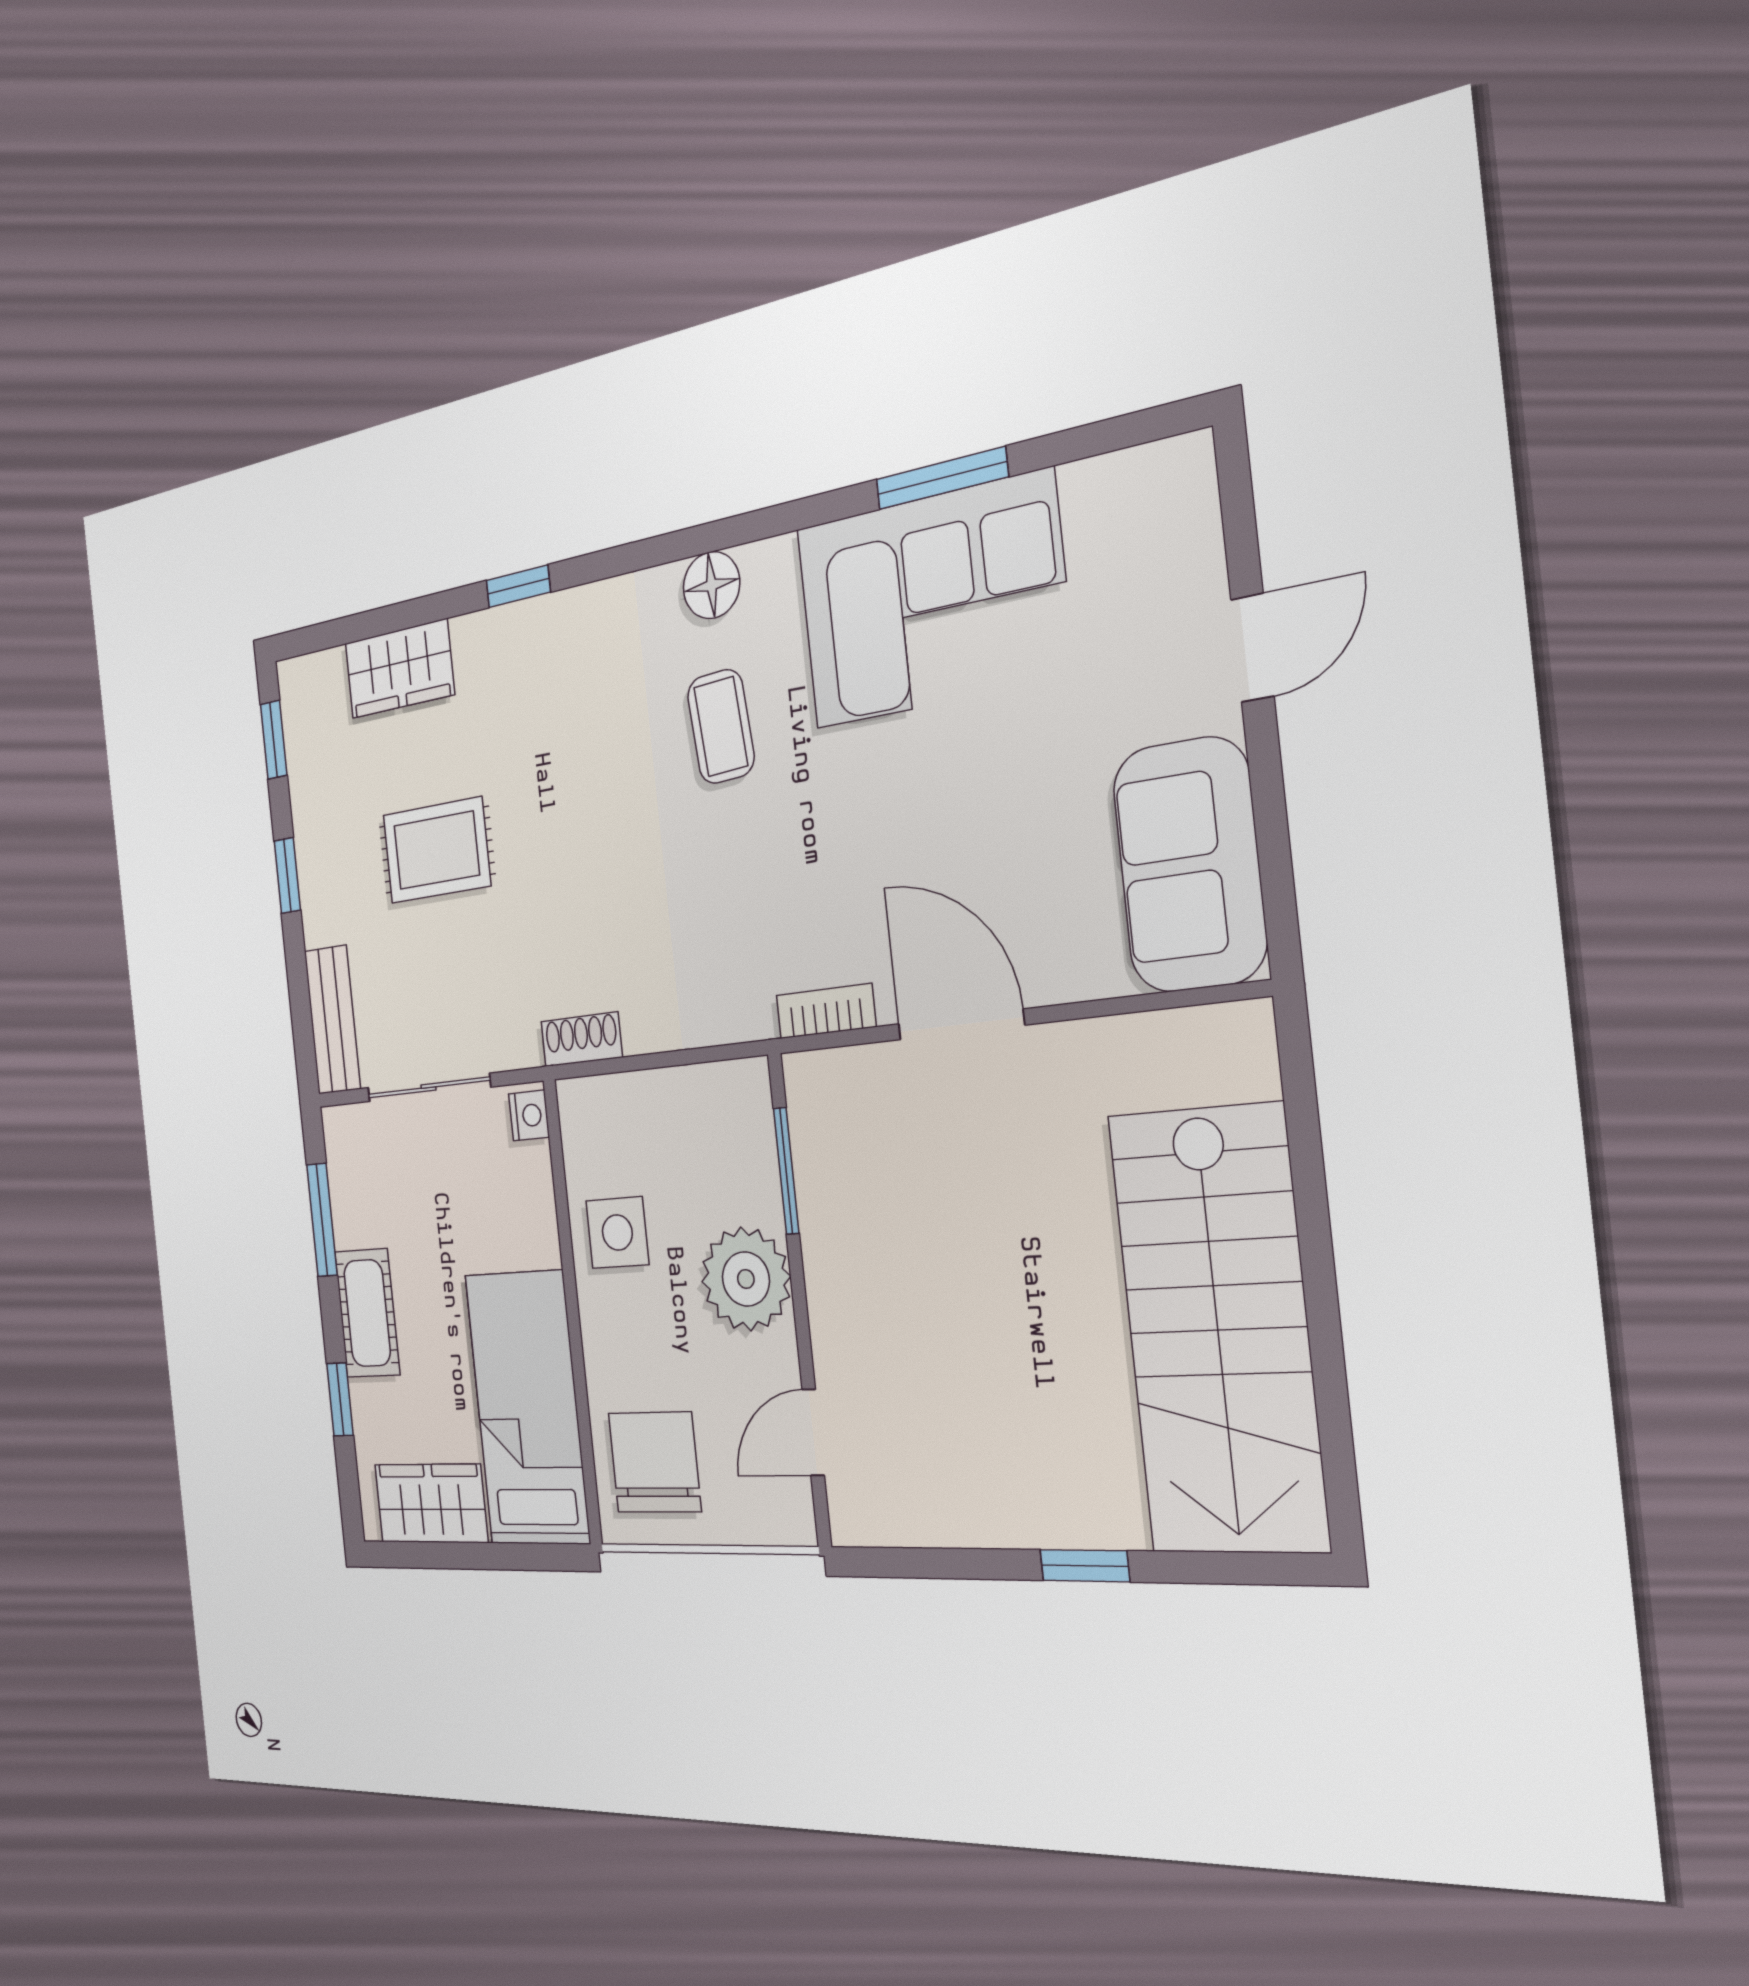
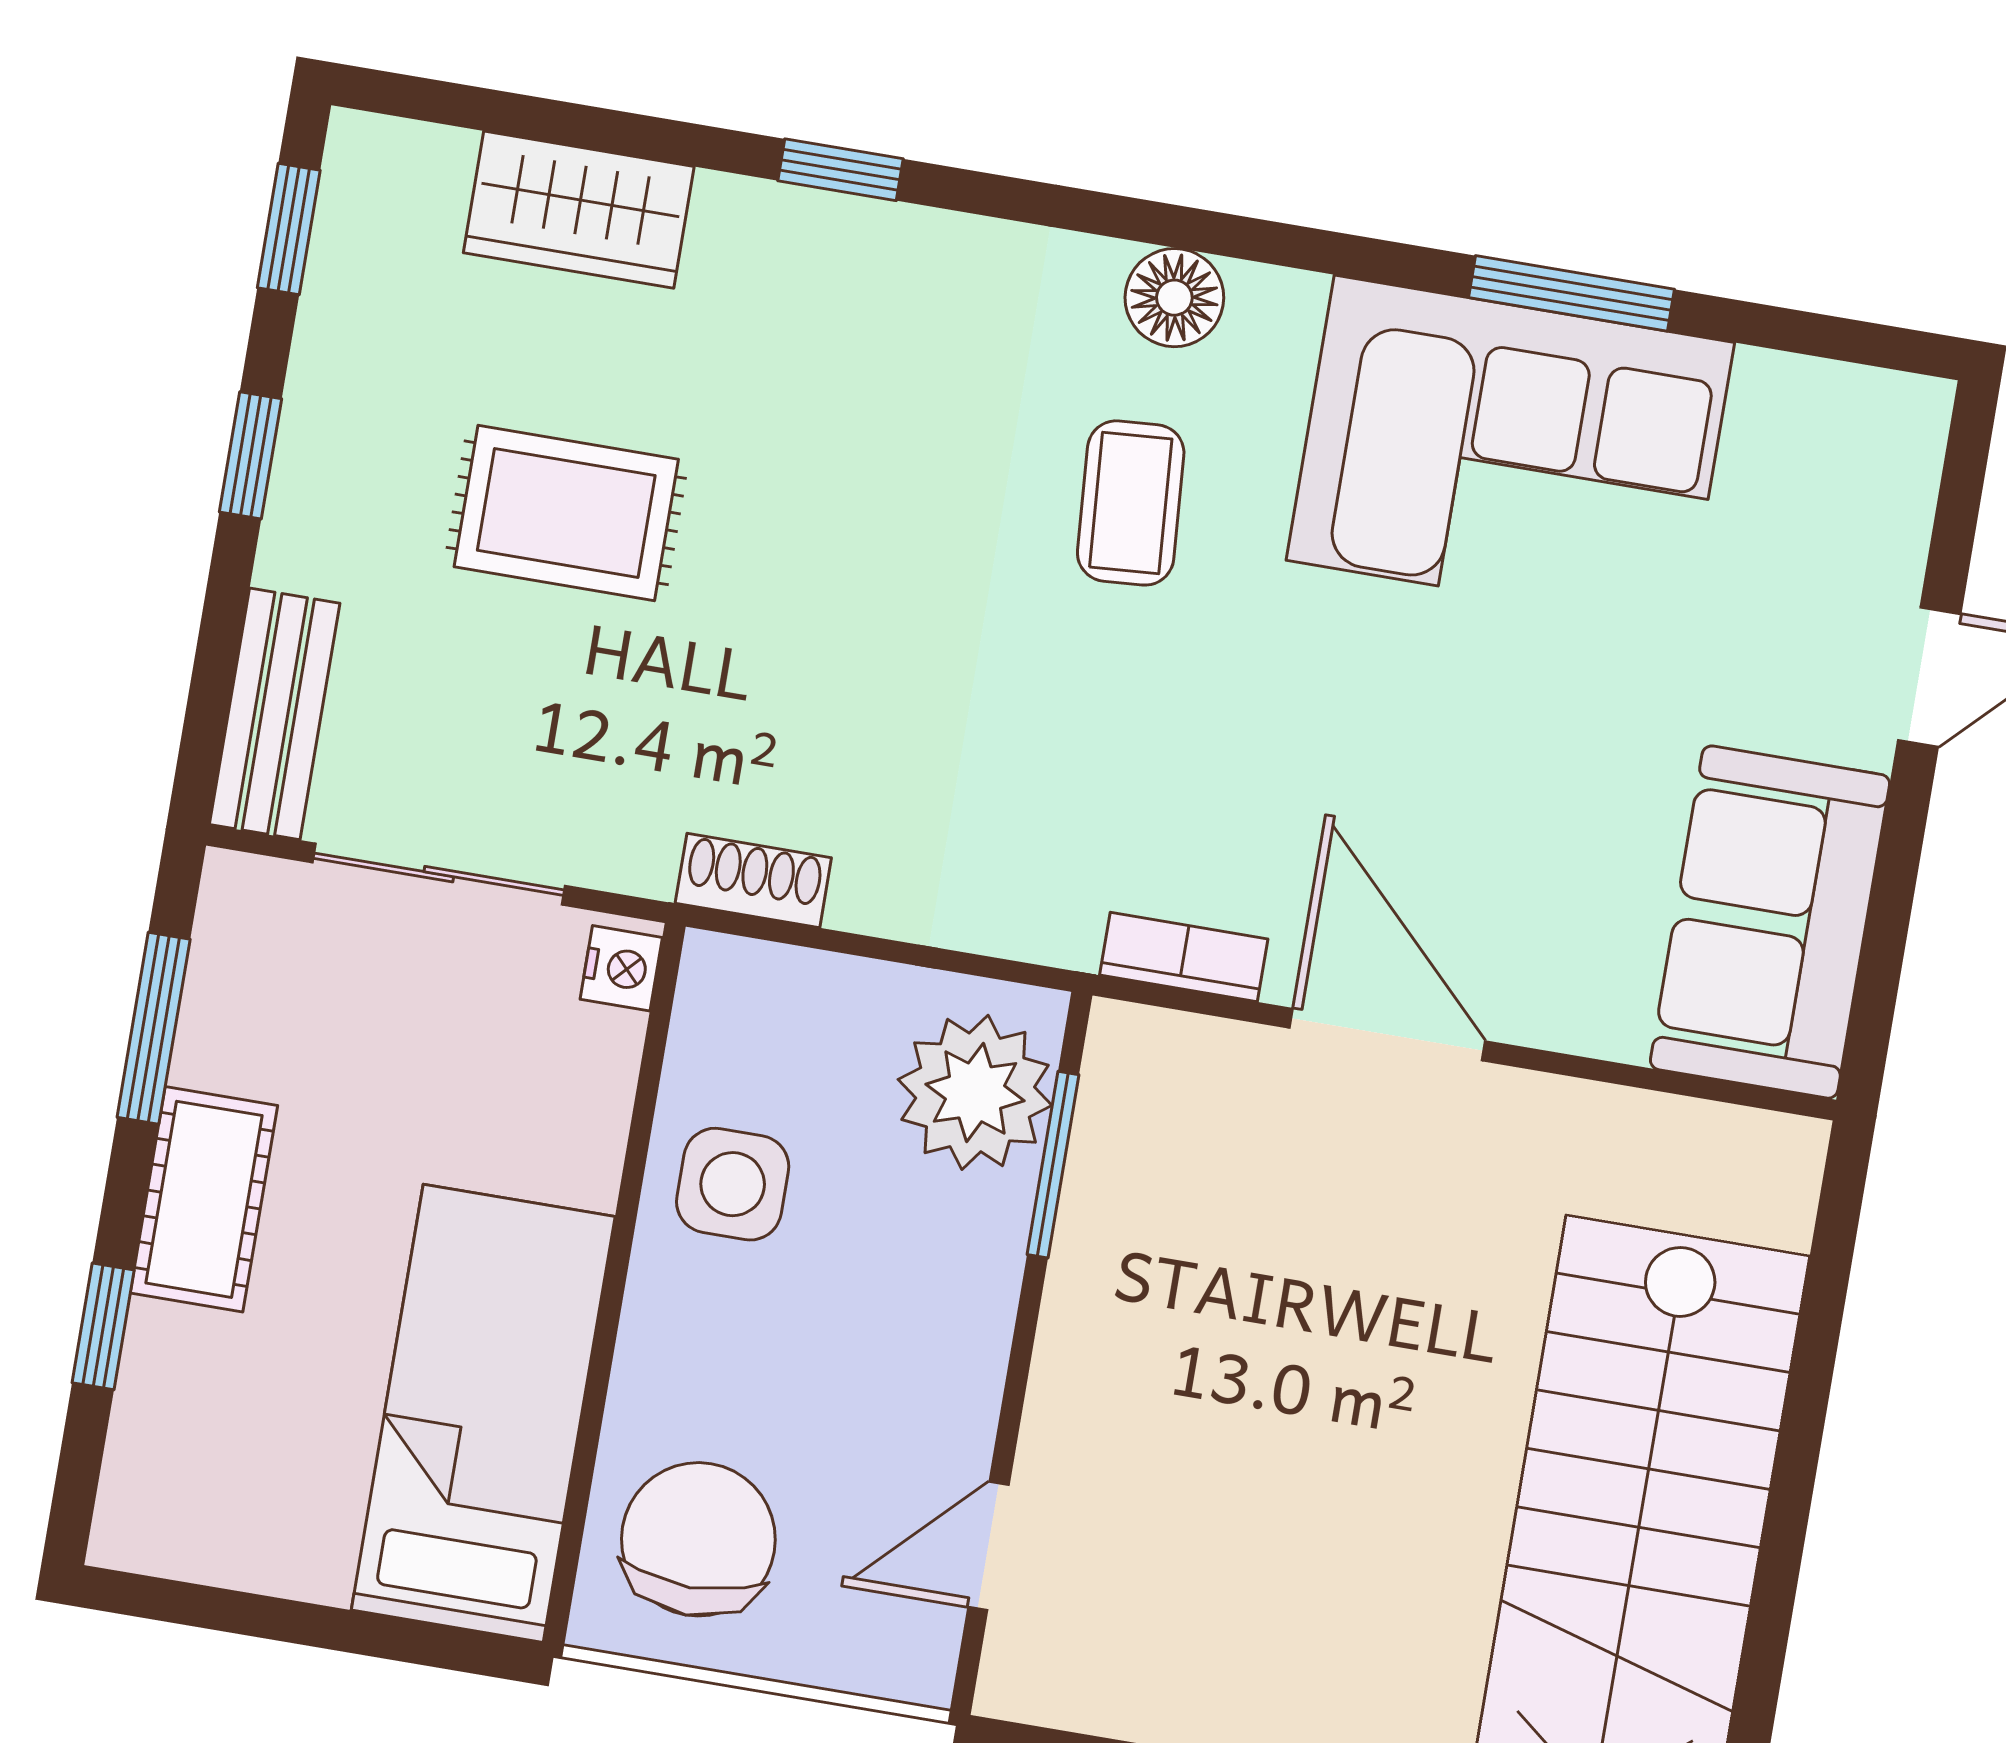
plant: (746, 1279) -> (975, 1092), moved
wardrobe: (431, 1503) -> (245, 1527), removed

